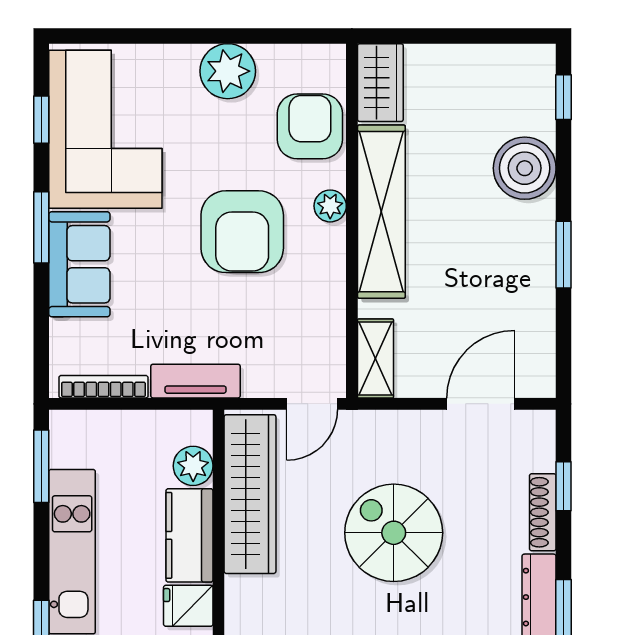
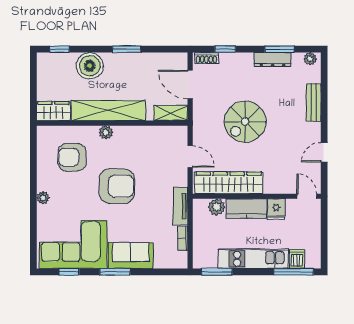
plant: (228, 71) -> (43, 198), width x0.53, depth x0.53
wardrobe: (380, 83) -> (53, 111), moved
plant: (330, 206) -> (106, 132), moved
shelving: (381, 212) -> (108, 111), moved
wall: (352, 221) -> (112, 123), moved
shelving: (375, 358) -> (171, 113), moved
bookcase: (103, 387) -> (183, 238), width x0.64
shoe rack: (543, 512) -> (206, 58), moved, width x0.70

